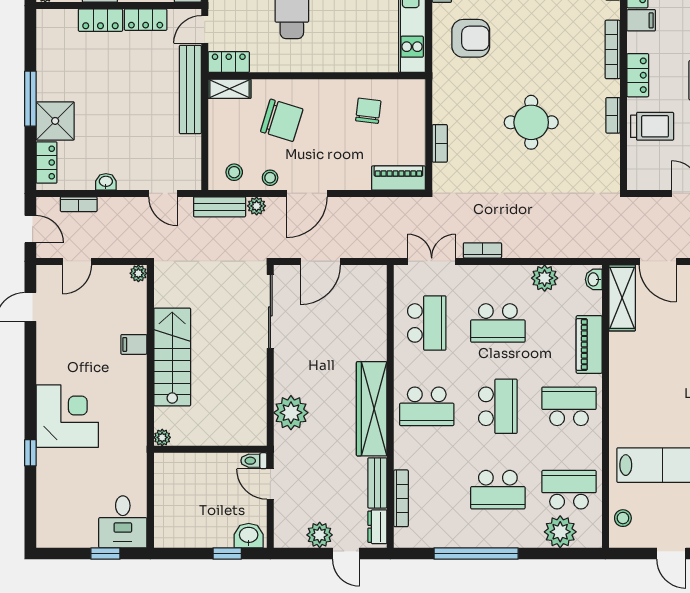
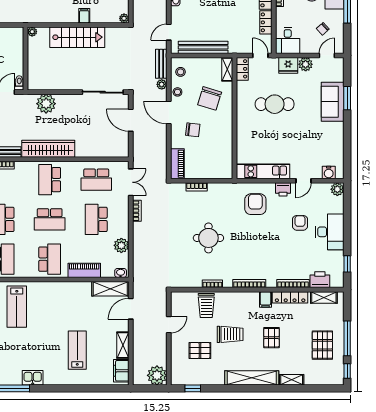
armchair: (471, 38) -> (255, 204), turned 180
locker: (638, 75) -> (235, 298), removed
bench: (190, 89) -> (203, 47), moved
chair: (368, 111) -> (193, 130), moved

